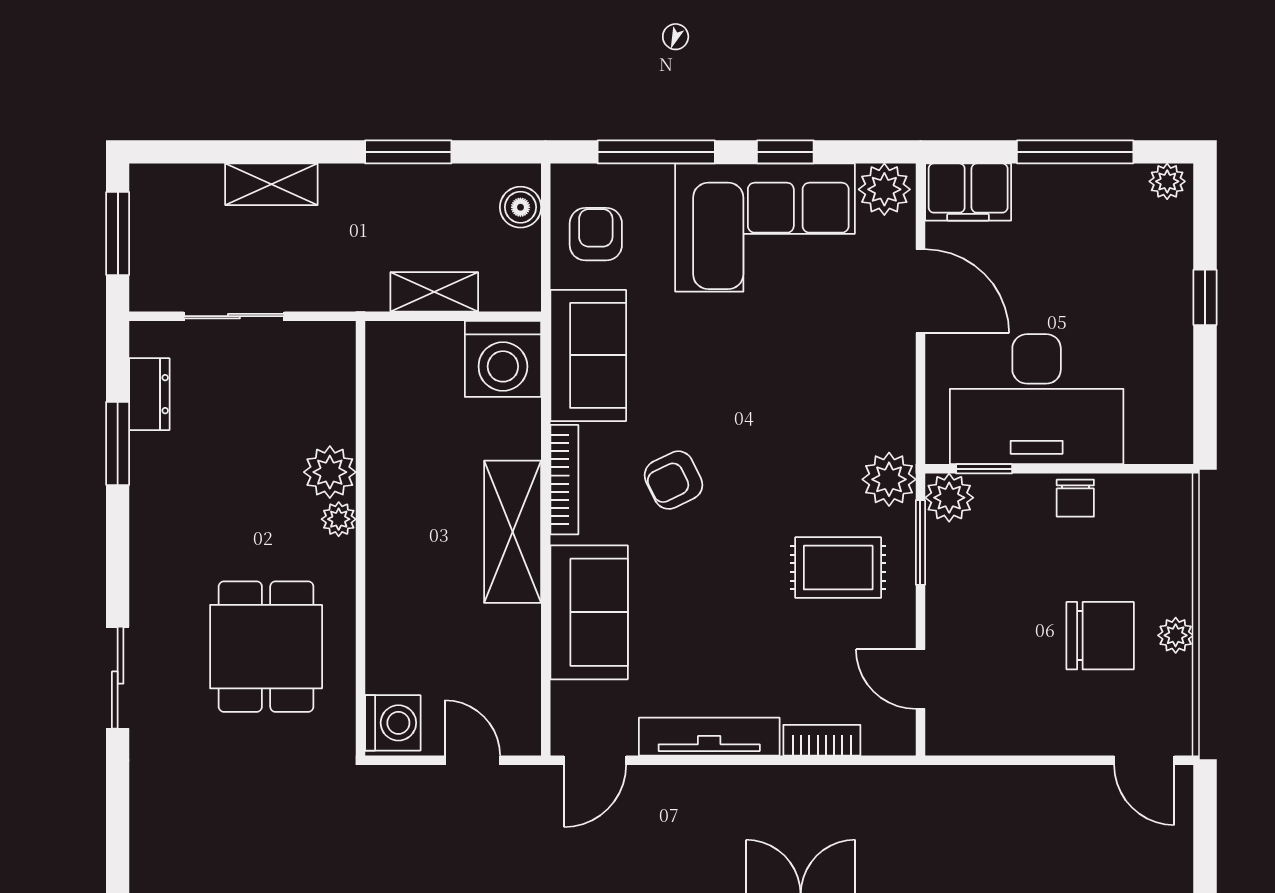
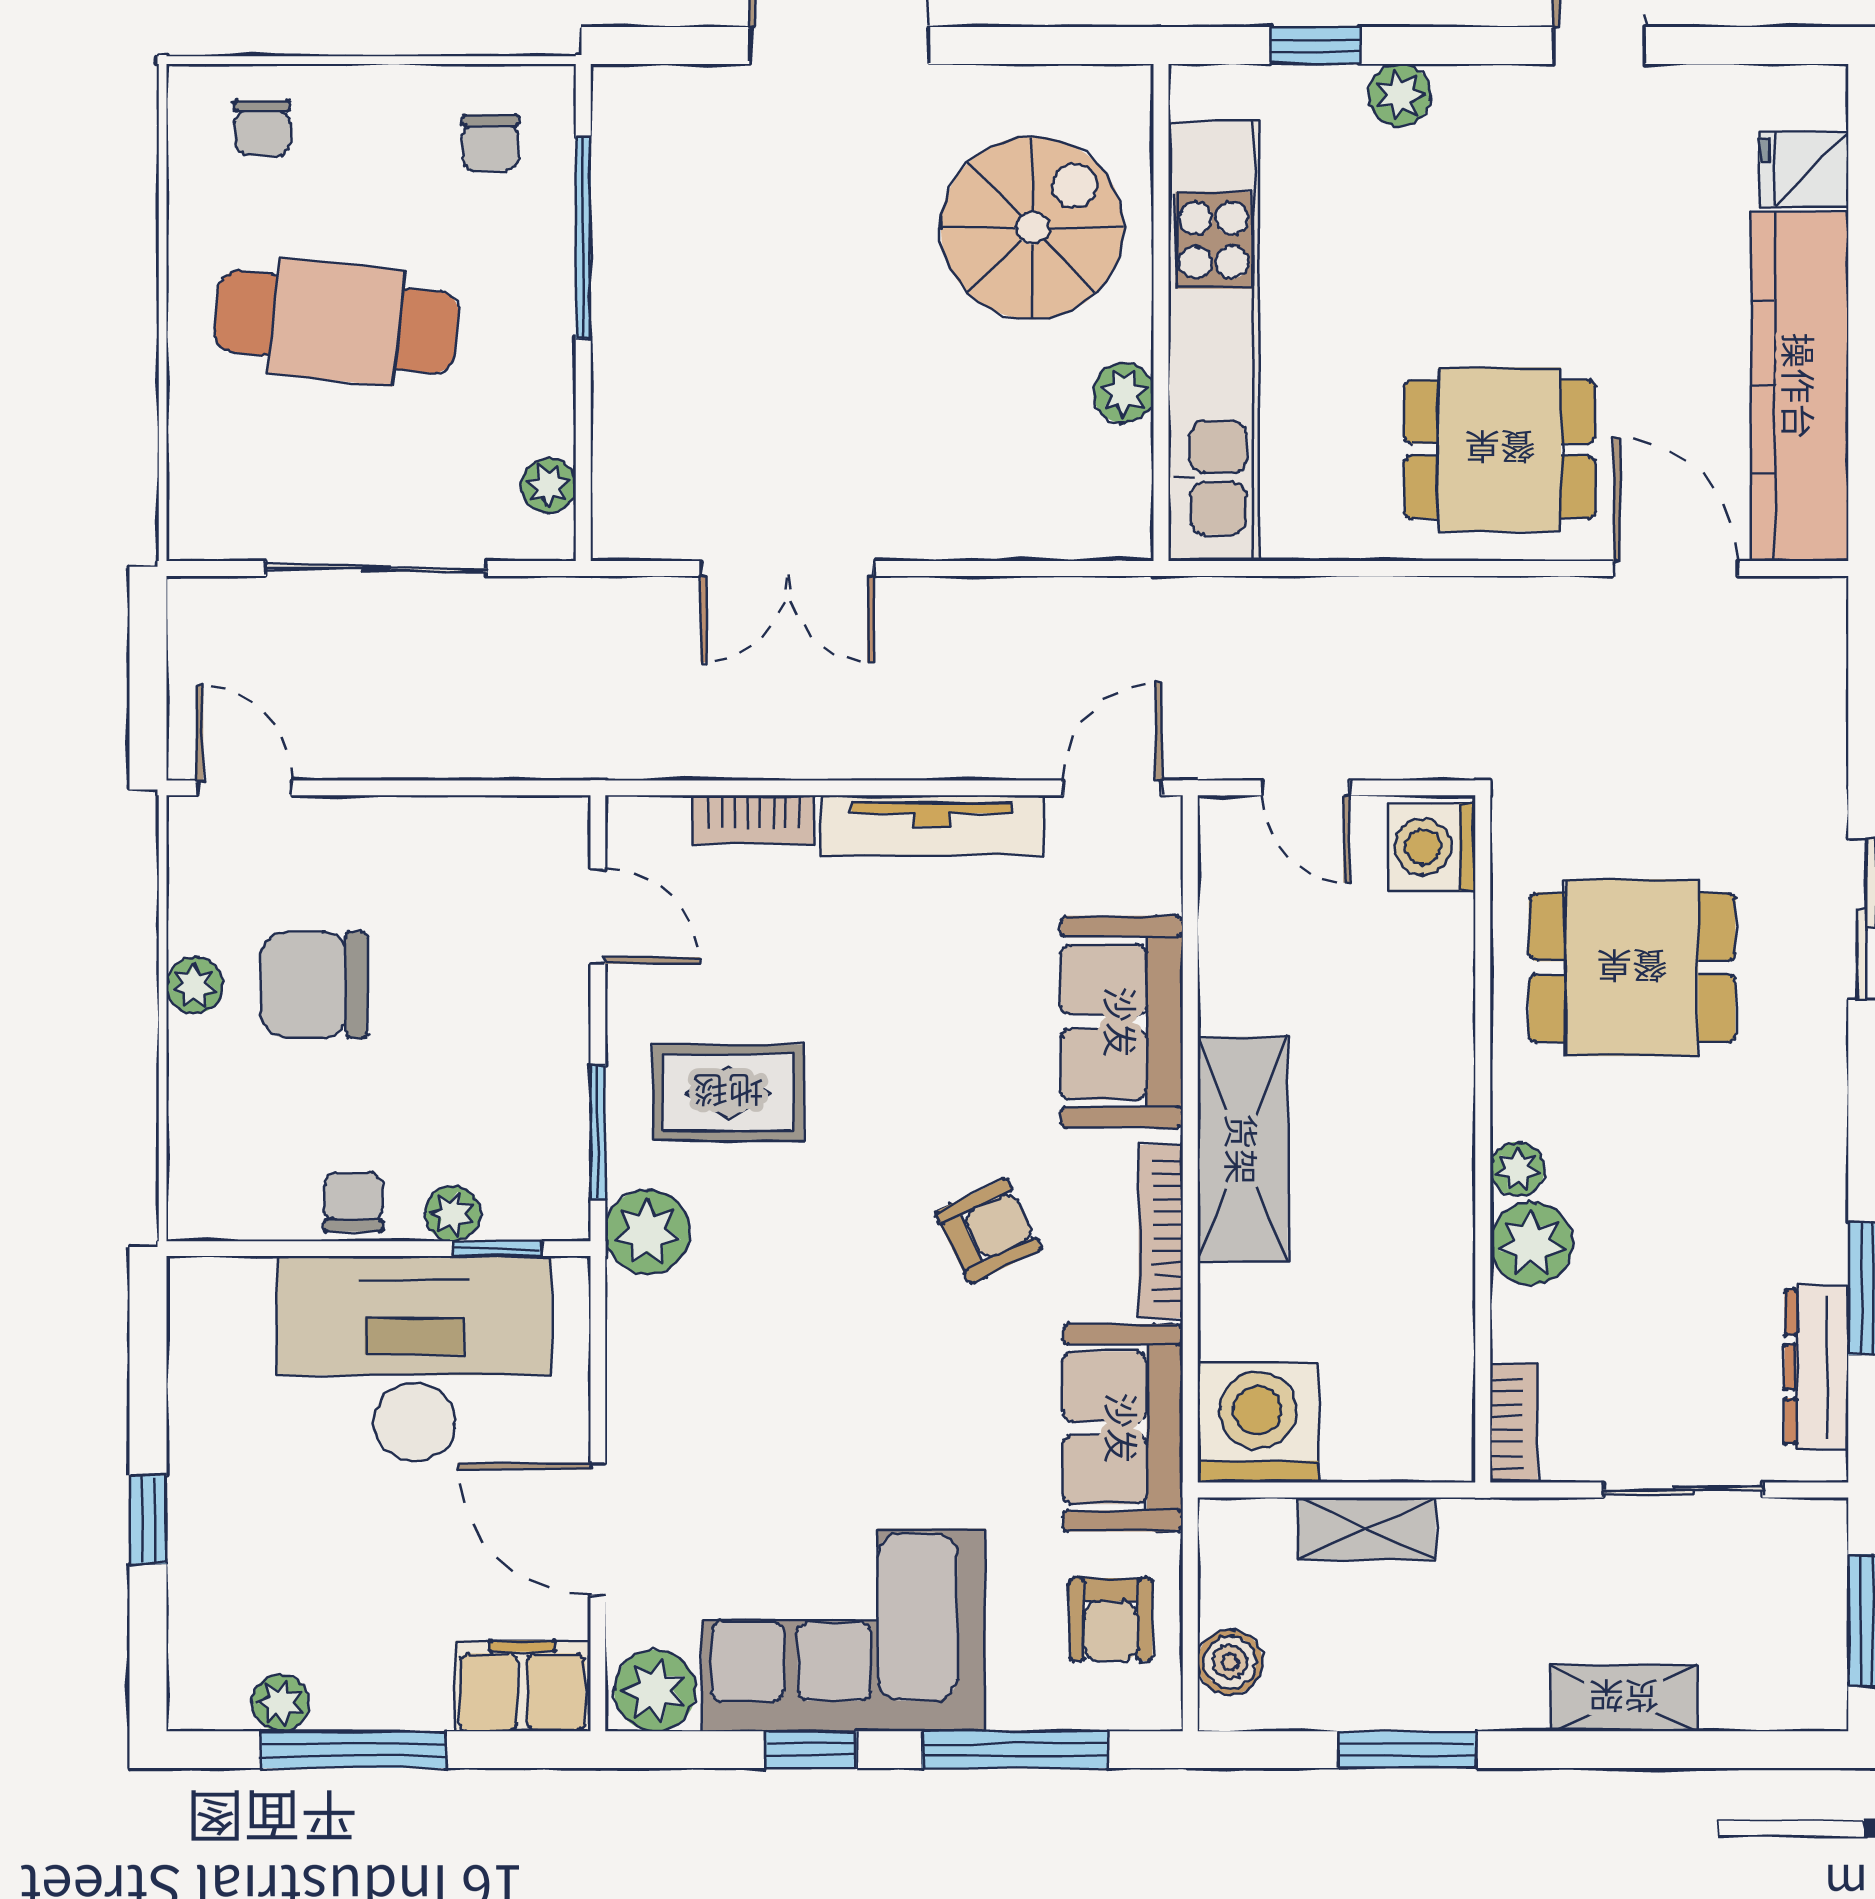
plant: (1167, 181) -> (281, 1703), moved
bookcase: (341, 358) -> (1514, 1423), added
dresser: (149, 394) -> (1817, 1367), width x1.44
plant: (949, 498) -> (453, 1214), moved, width x0.73, depth x0.73
dining table: (266, 647) -> (1632, 968), turned 90

